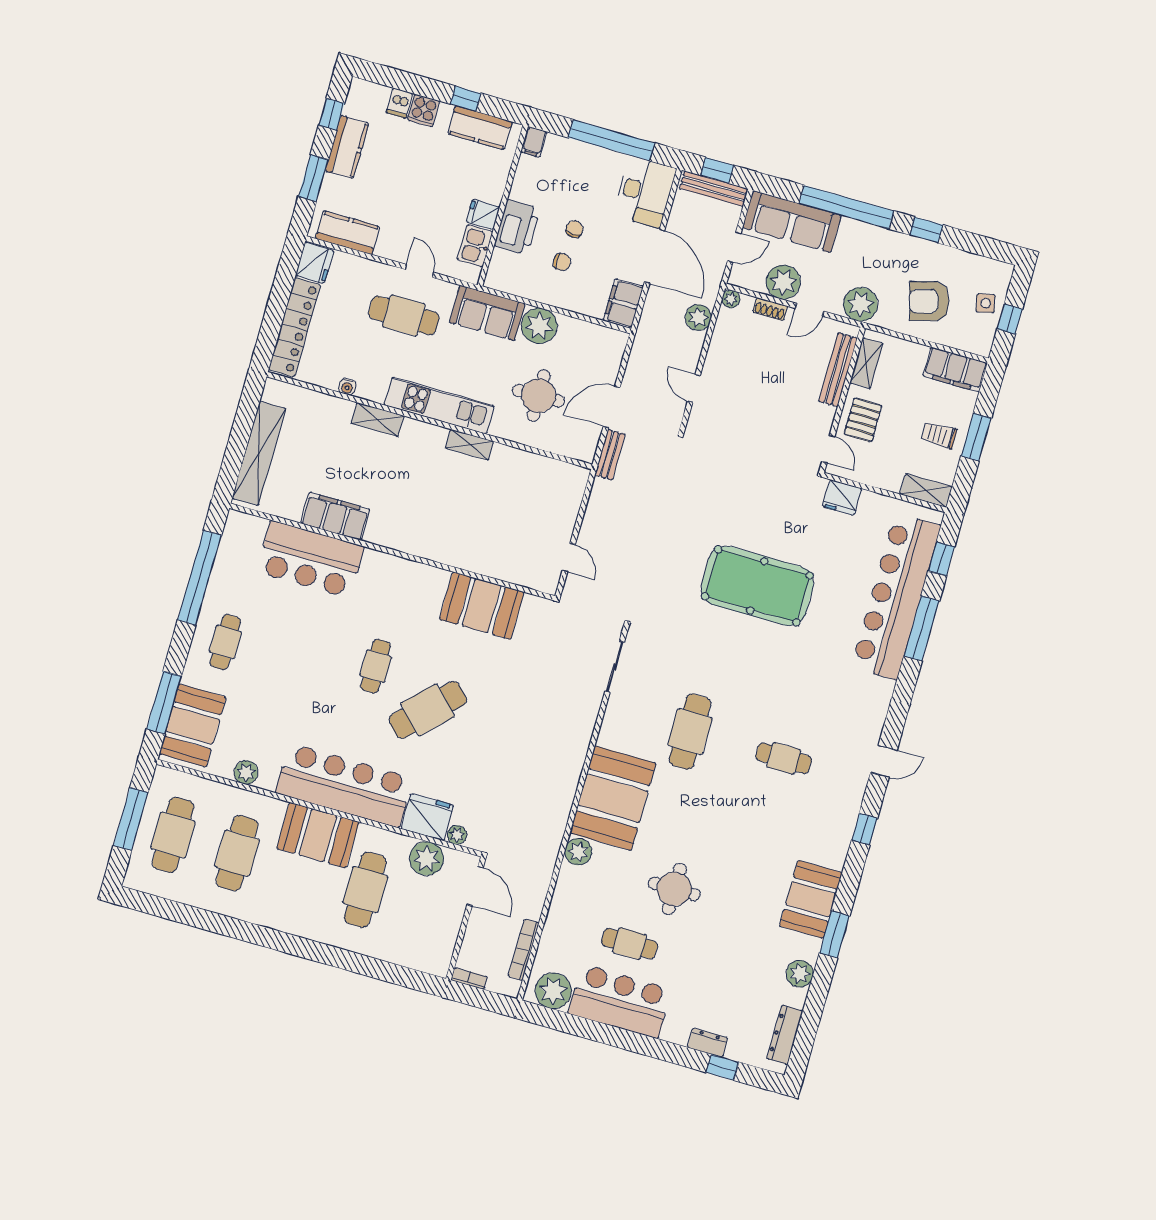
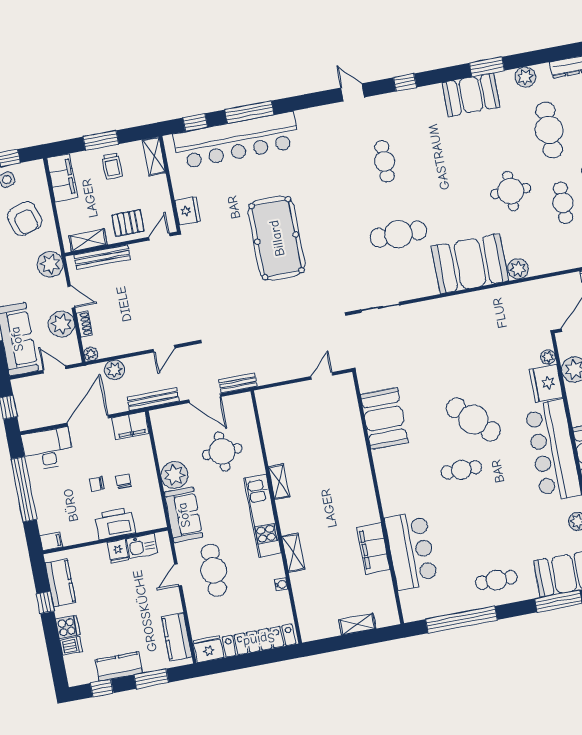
bench: (714, 189) -> (153, 399), moved, turned 90
shelving: (259, 453) -> (357, 624), width x0.45, depth x0.75
cafe table: (723, 970) -> (549, 130), added

